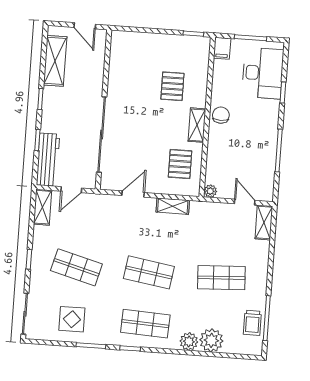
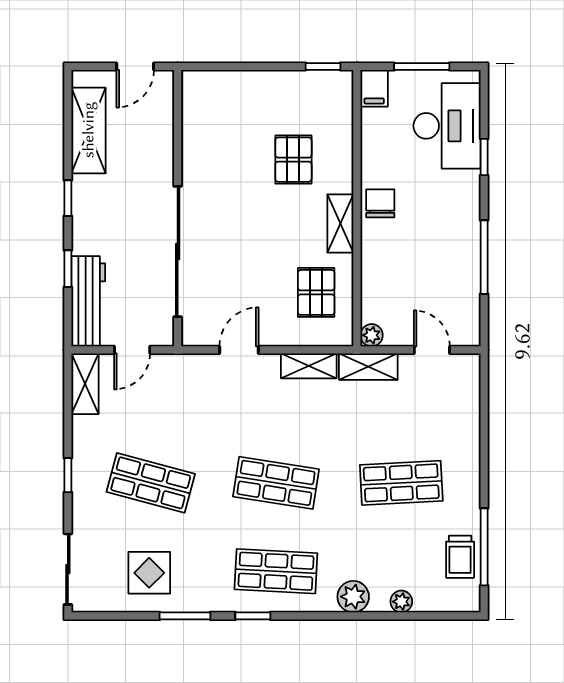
door: (85, 26) -> (135, 66), hinge flipped
shelving: (264, 222) -> (368, 367), moved, turned 90
plant: (211, 340) -> (401, 602), width x0.53, depth x0.53

